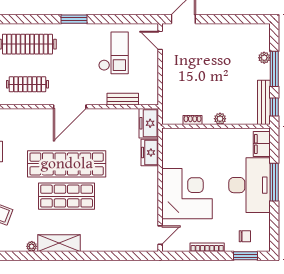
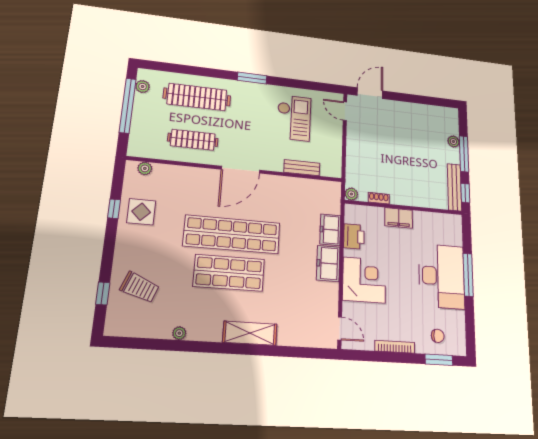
plant: (220, 119) -> (351, 194), moved
freezer: (149, 123) -> (328, 263), moved
filing cabinet: (262, 144) -> (399, 218), moved, turned -90
printer: (171, 157) -> (354, 236), added
corner desk: (187, 194) -> (364, 280), width x0.74, depth x0.74
door: (160, 235) -> (340, 328), hinge flipped
shelving: (59, 243) -> (250, 333), moved

